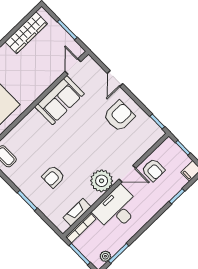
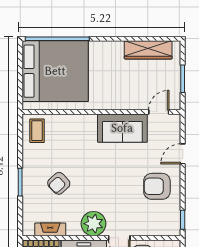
armchair: (119, 116) -> (157, 186), turned 180
armchair: (53, 177) -> (59, 183), turned -43

